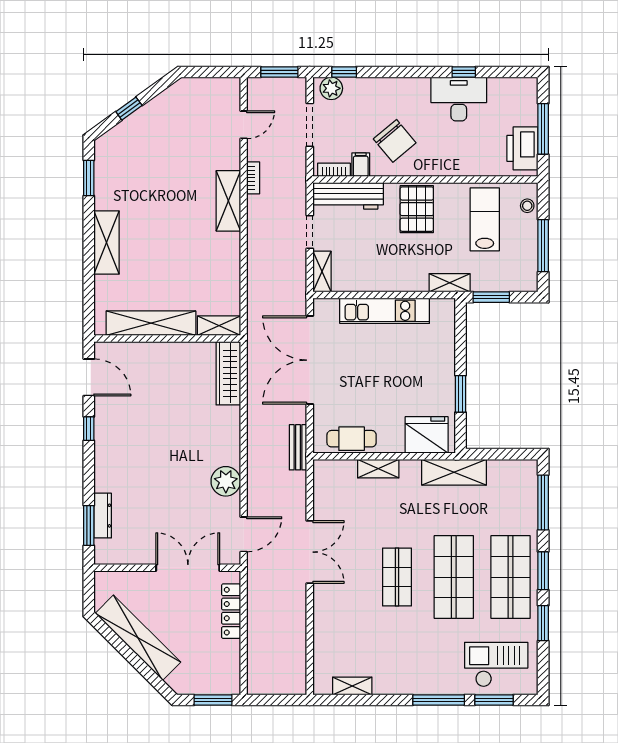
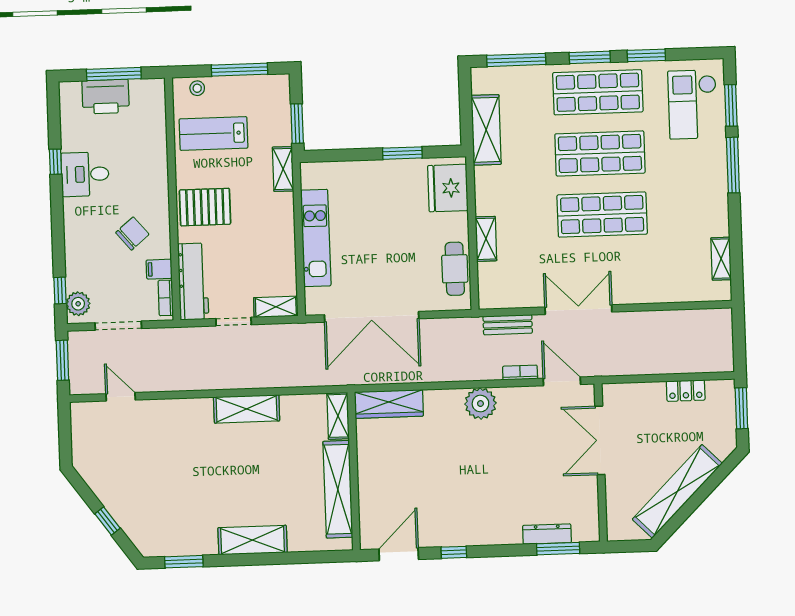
desk: (459, 99) -> (85, 174), width x0.73
chair: (395, 141) -> (132, 234), width x0.73, depth x0.73
printer: (522, 148) -> (106, 97), moved
bookcase: (253, 178) -> (520, 373), moved
shelving: (228, 201) -> (247, 409), moved
bench: (298, 447) -> (508, 325), moved
shelving: (454, 472) -> (486, 130), moved
plant: (226, 481) -> (480, 404), moved
shop shelf: (397, 577) -> (602, 215), width x1.43, depth x1.36
locker: (231, 611) -> (686, 391), moved, width x0.66

